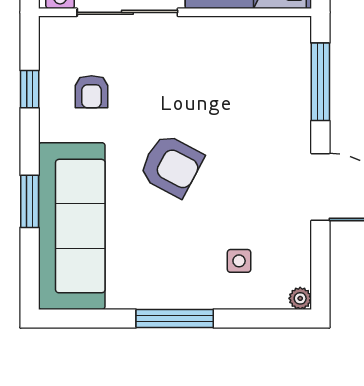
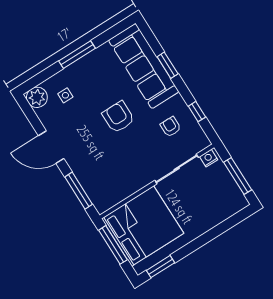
armchair: (171, 166) -> (118, 117), turned 62
plant: (300, 298) -> (37, 97), width x1.88, depth x1.88

